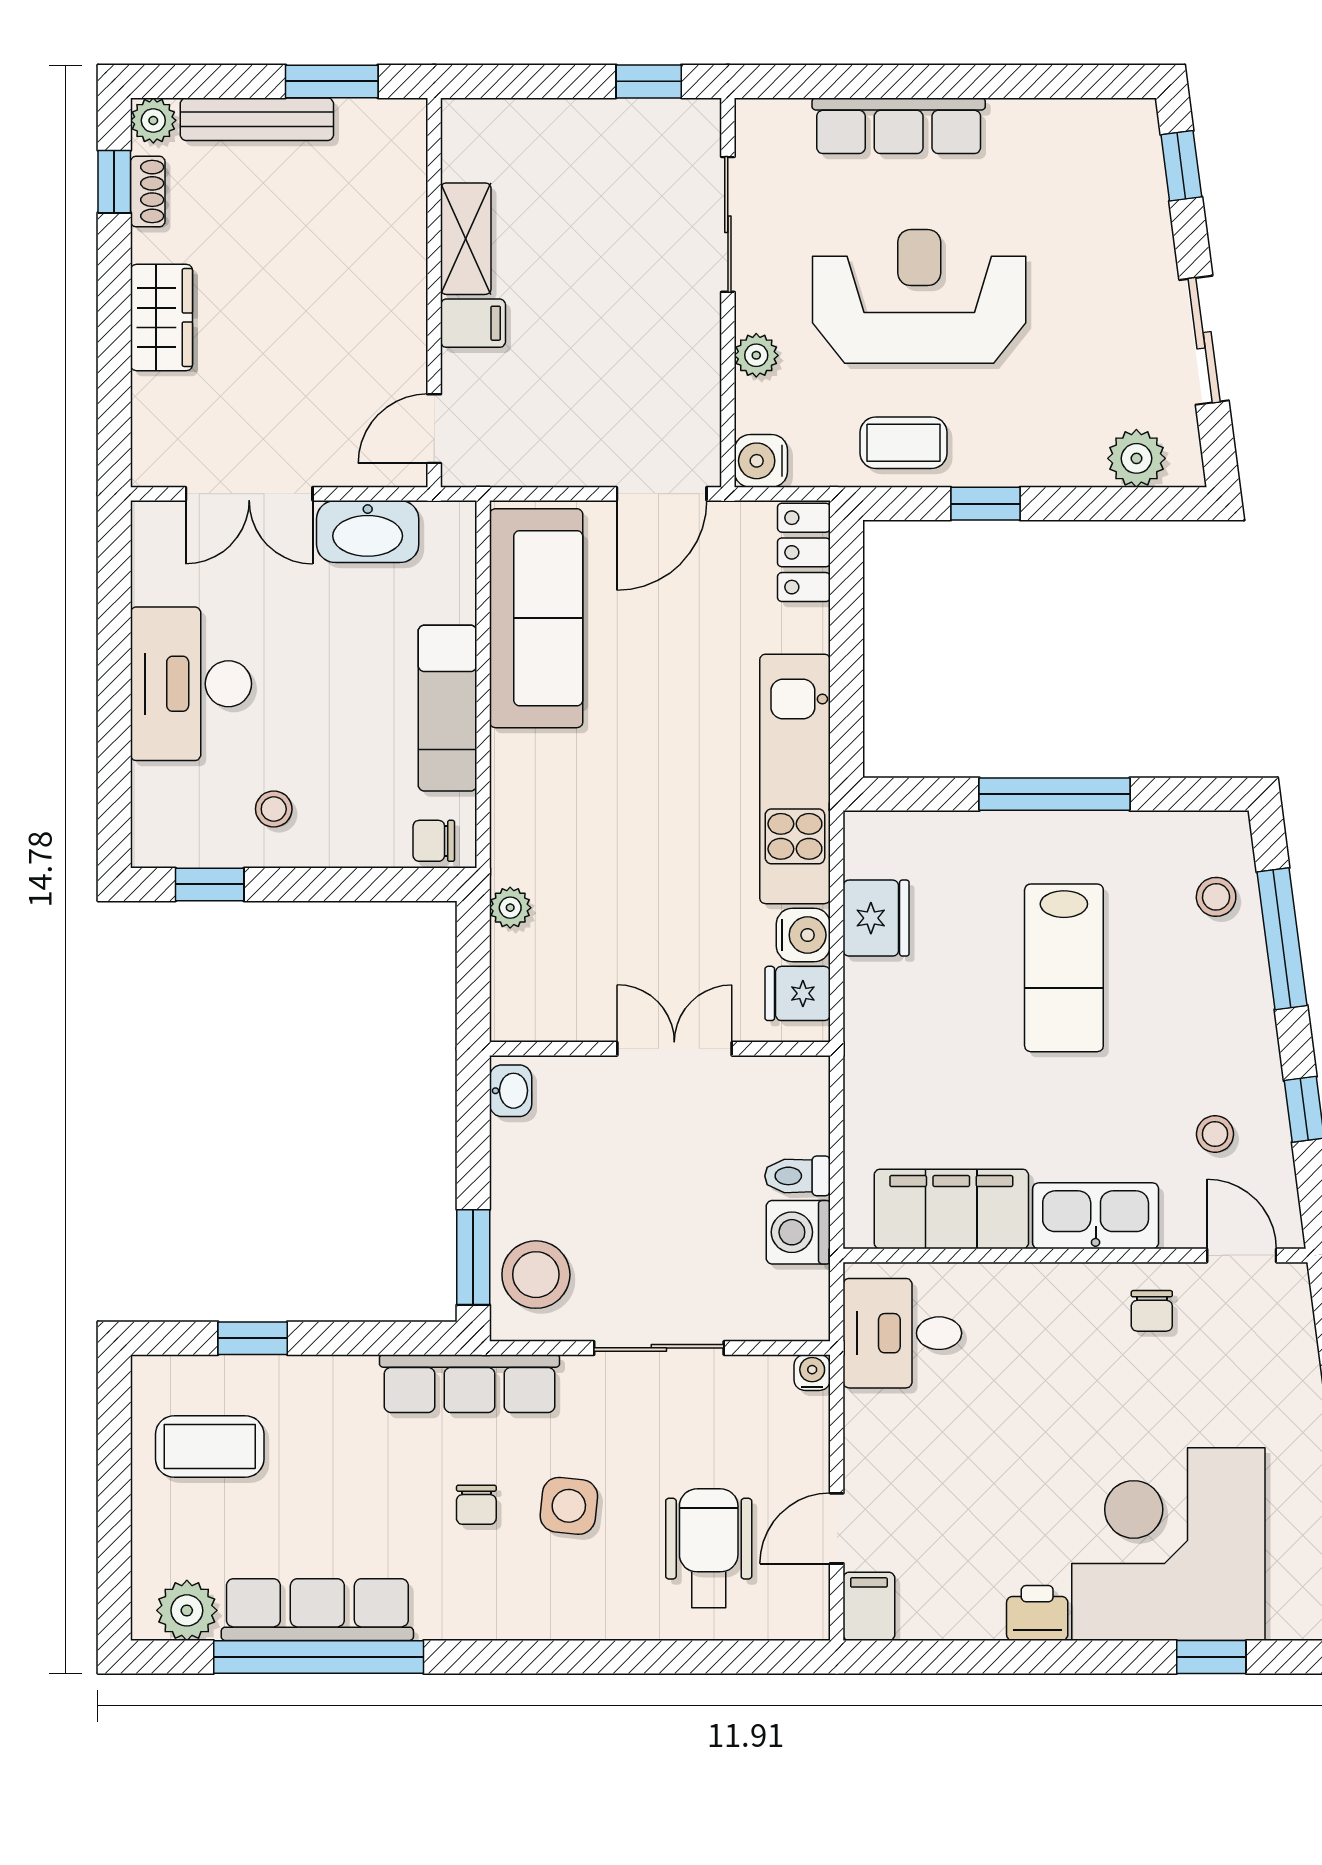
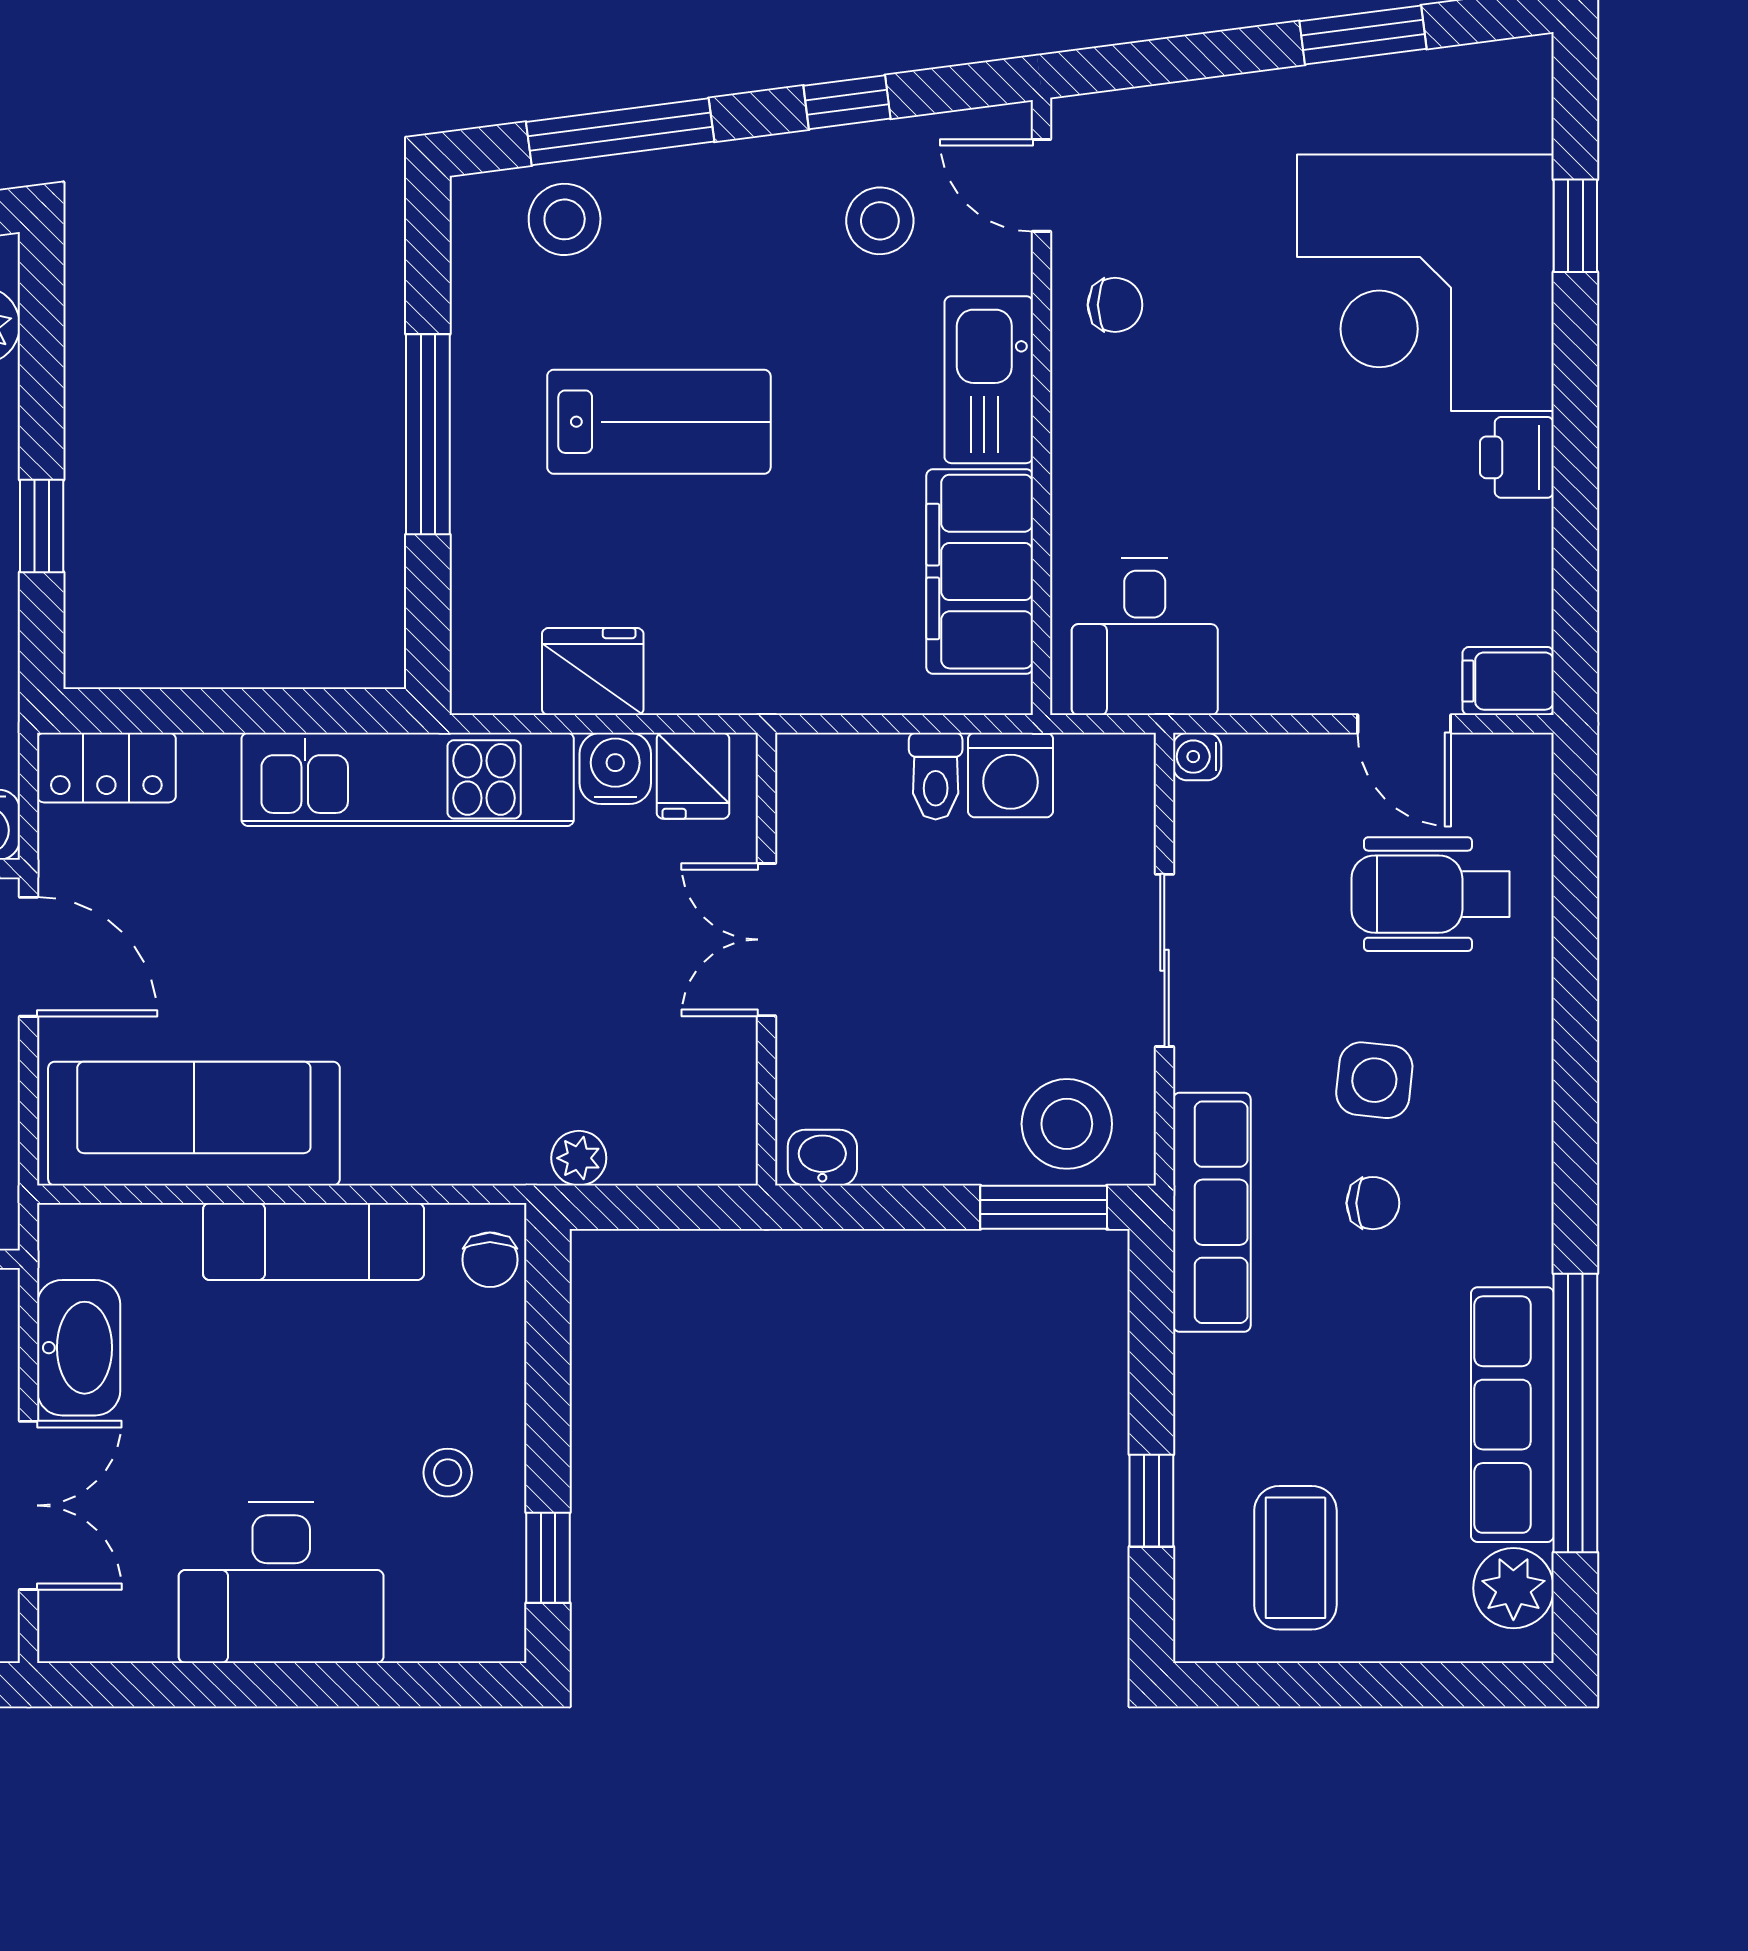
stool: (1216, 897) -> (565, 219), width x1.37, depth x1.37
stool: (1215, 1134) -> (880, 221), width x1.37, depth x1.37
door: (1242, 1255) -> (1041, 185), hinge flipped

